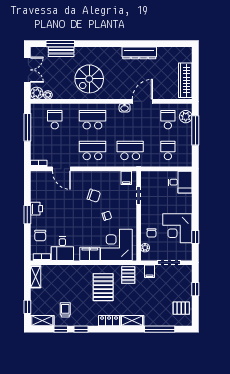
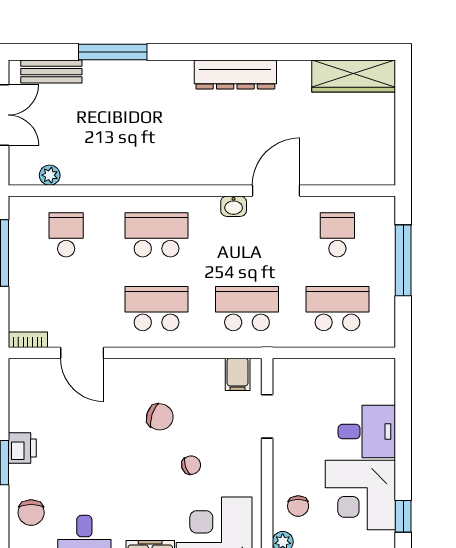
window: (60, 44) -> (113, 52), moved
bench: (61, 52) -> (51, 72), moved
dresser: (139, 53) -> (235, 75), moved
spiral stairs: (89, 79) -> (149, 137), removed
wardrobe: (185, 80) -> (354, 76), moved, turned -90
plant: (37, 93) -> (23, 171), removed
plant: (186, 117) -> (380, 227), removed
school desk: (168, 150) -> (337, 309), width x1.85
desk: (180, 182) -> (367, 431), moved

